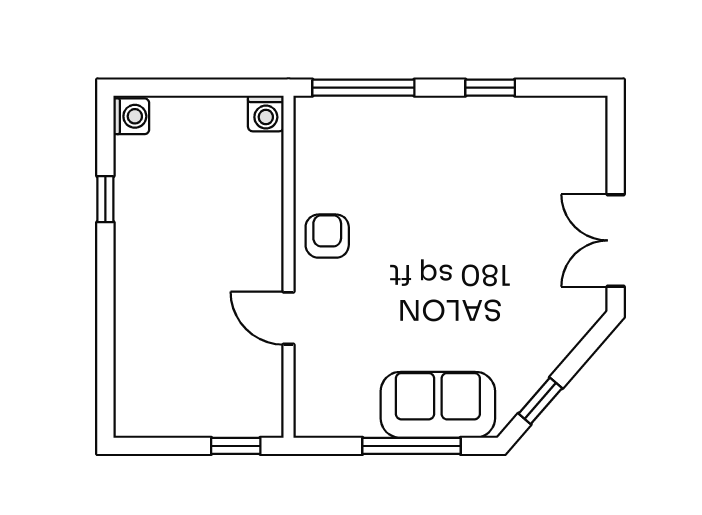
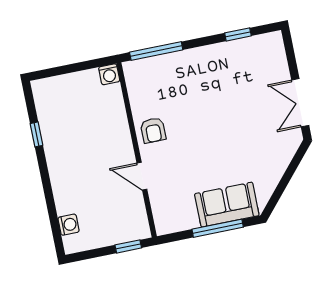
window: (490, 88) -> (238, 34), moved
washing machine: (131, 116) -> (69, 225), moved
armchair: (327, 236) -> (153, 130), turned 180
window: (540, 401) -> (279, 192), removed

